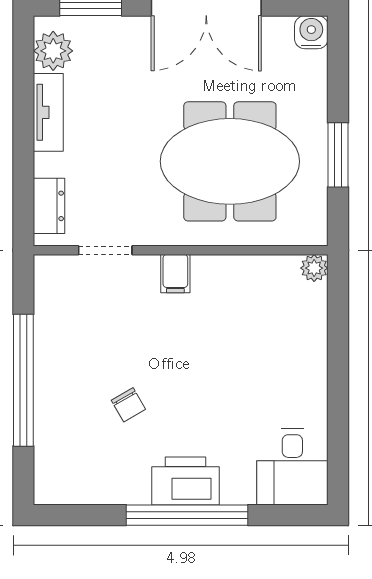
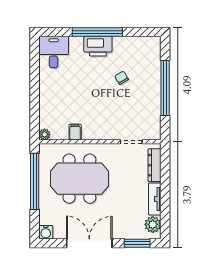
window: (338, 155) -> (35, 181), width x2.11
dresser: (49, 206) -> (154, 165), width x1.44
filing cabinet: (175, 274) -> (75, 132), moved

